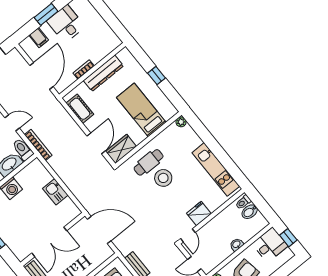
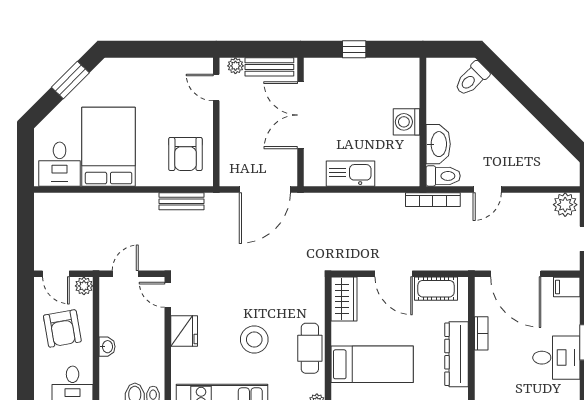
filing cabinet: (39, 38) -> (567, 287), moved
door: (96, 143) -> (394, 274), moved
cafe table: (149, 162) -> (310, 348), moved
stool: (163, 178) -> (254, 339), moved
kitchen sink: (55, 192) -> (351, 174), width x1.38

